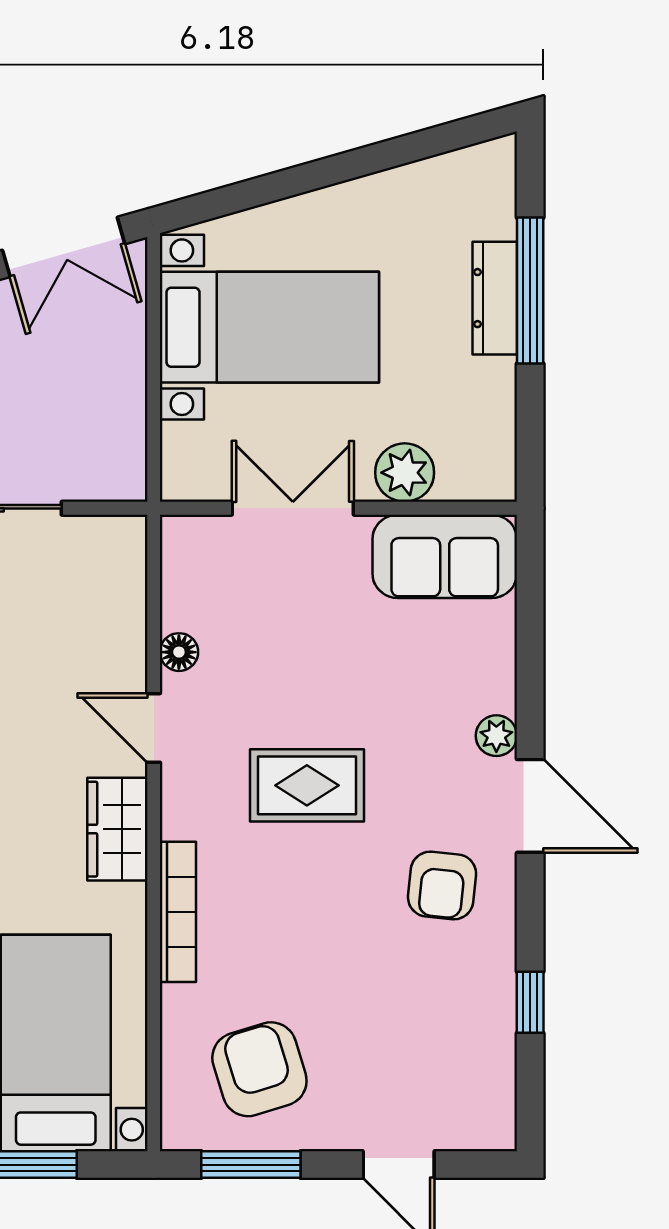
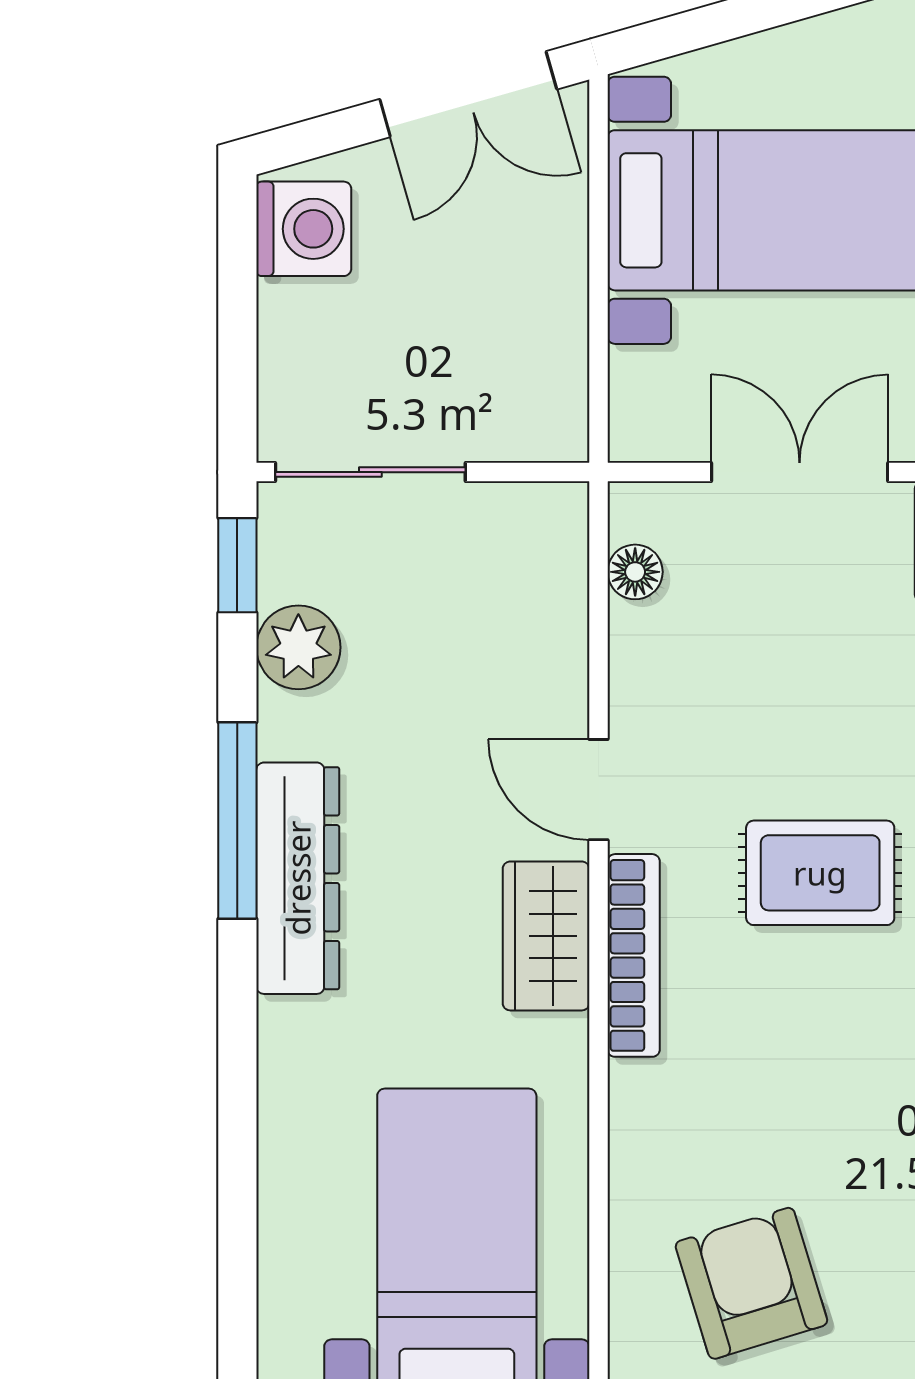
floor lamp: (179, 652) -> (635, 572), moved
bookcase: (178, 912) -> (634, 955), moved

